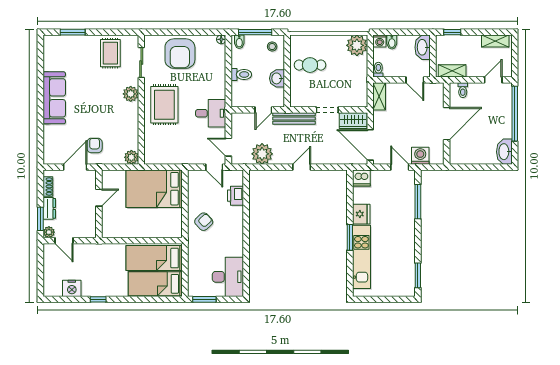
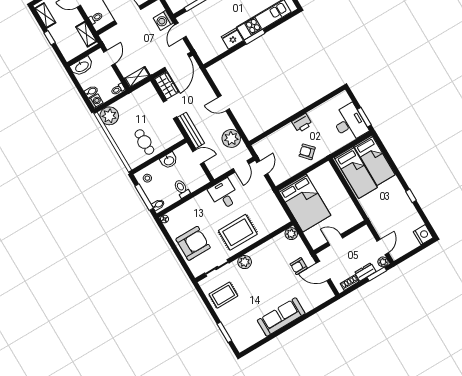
window: (452, 32) -> (50, 38), moved
dishwasher: (361, 178) -> (205, 54), removed
printer: (236, 196) -> (302, 123), moved
desk: (228, 277) -> (349, 123), moved, turned 90
nightstand: (72, 288) -> (423, 235), moved

